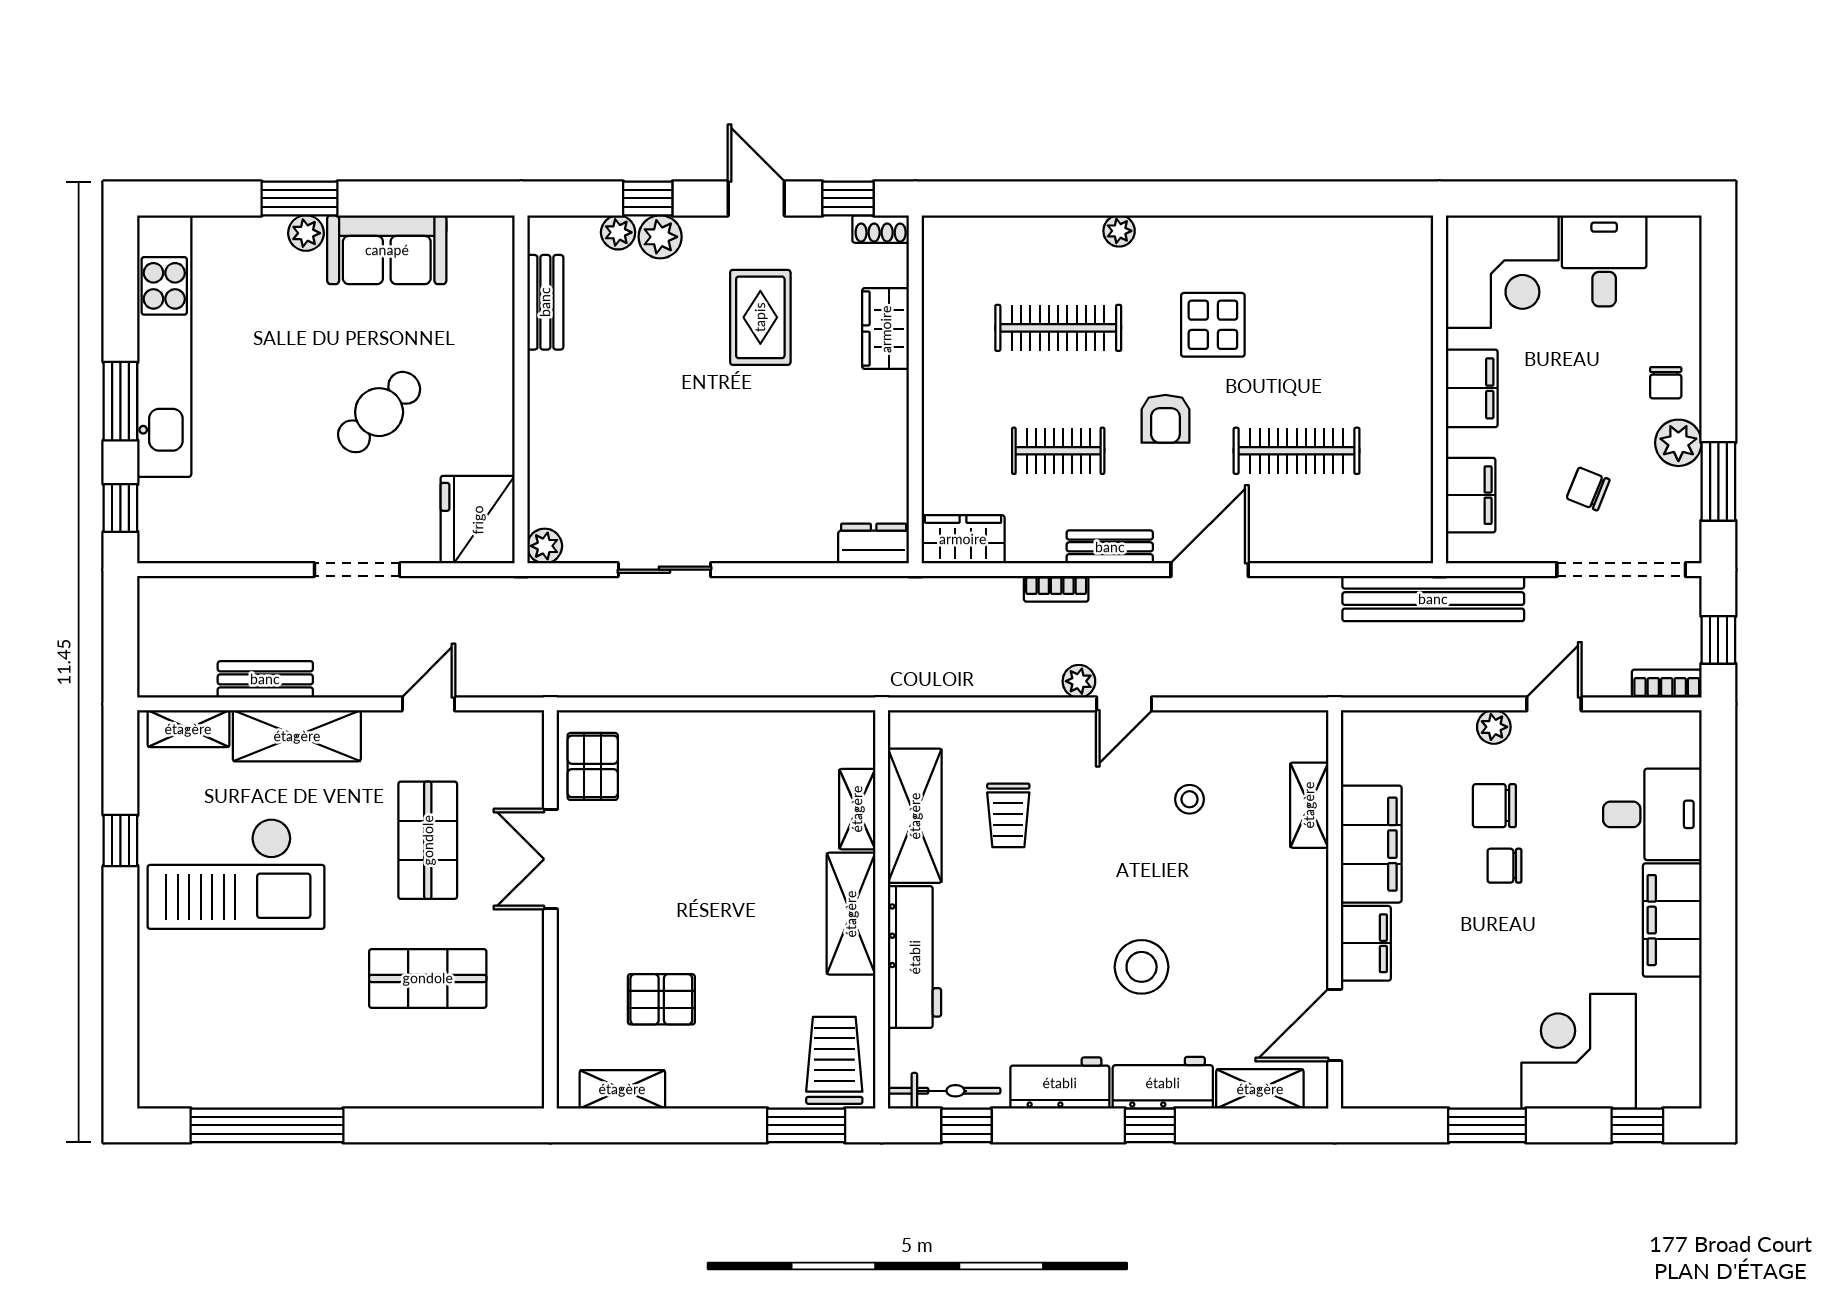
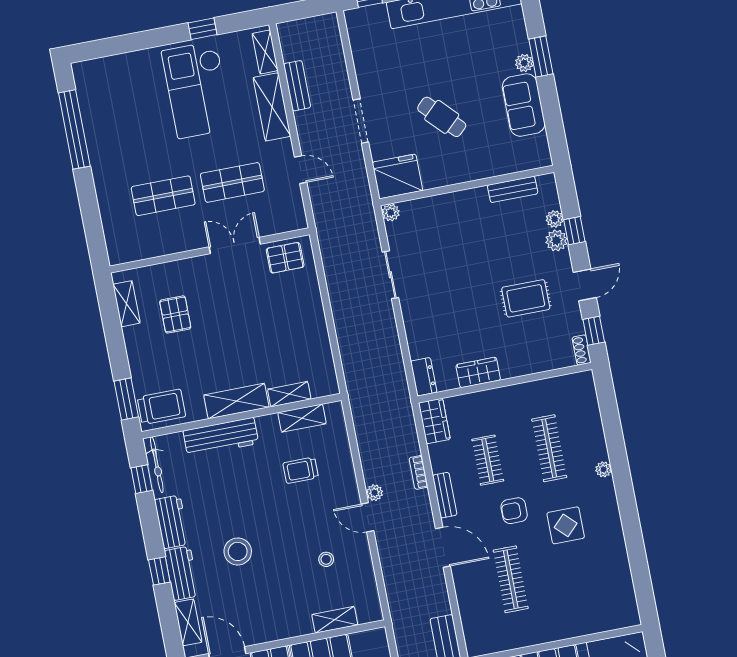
wardrobe: (886, 329) -> (478, 372), moved
shelving: (915, 816) -> (302, 418), width x0.67, depth x0.75
shop shelf: (428, 978) -> (163, 196), turned 90

